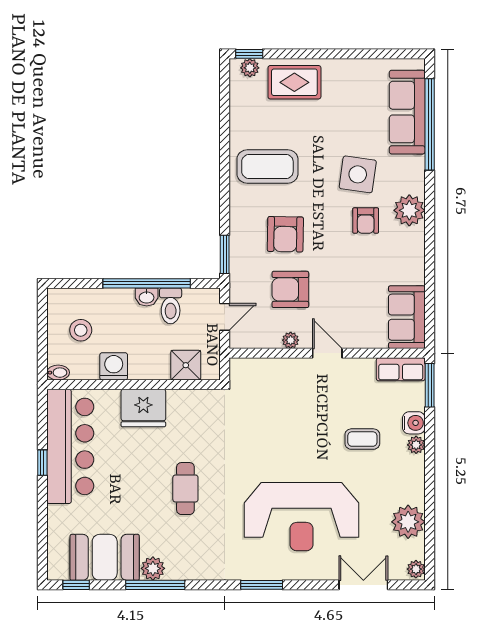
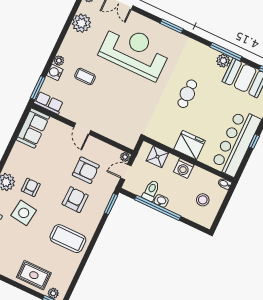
plant: (291, 340) -> (125, 157), moved
washing machine: (114, 366) -> (184, 168), moved

